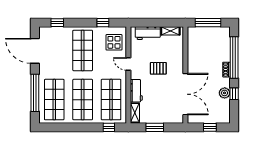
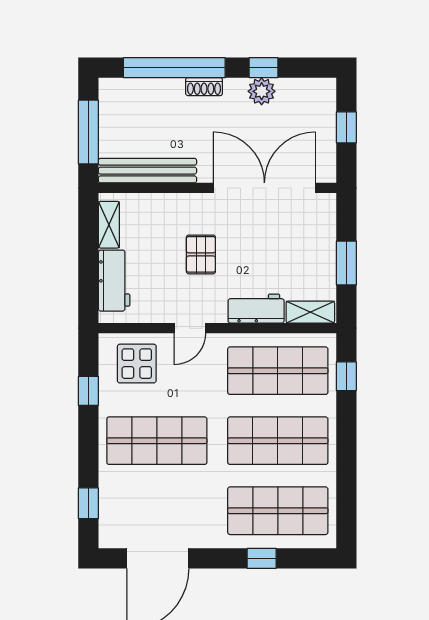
bench: (192, 47) -> (147, 171), added
window: (35, 93) -> (262, 558), width x0.32

